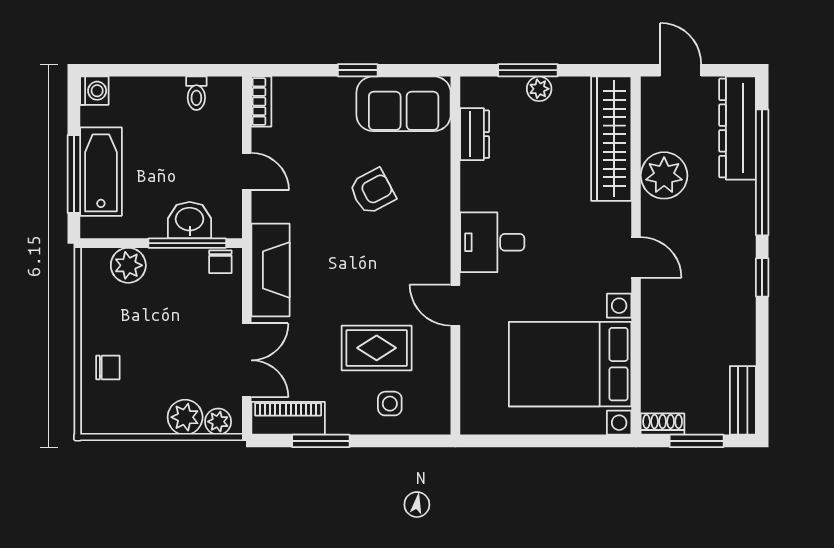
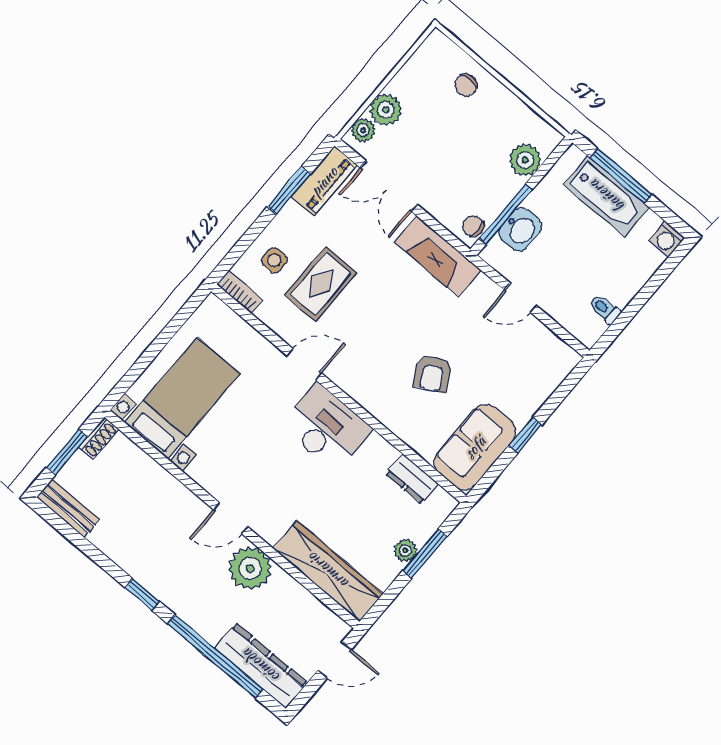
bookcase: (261, 102) -> (240, 292), moved, turned 180
plant: (664, 175) -> (250, 568), moved
desk: (492, 242) -> (326, 427), width x1.37
bed with nightstands: (570, 364) -> (182, 398), width x0.73

